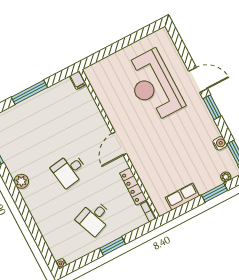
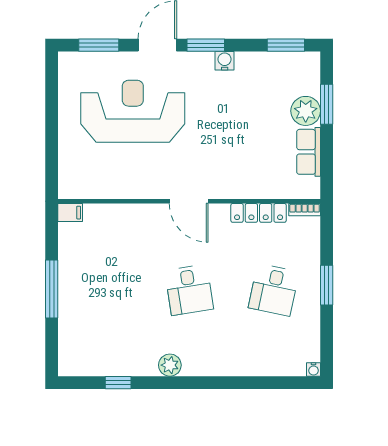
window: (181, 47) -> (99, 45), added
reception desk: (153, 86) -> (133, 111), turned 180
water cooler: (220, 143) -> (225, 61), moved
plant: (226, 177) -> (306, 111), moved, width x1.88, depth x1.88
desk: (94, 218) -> (274, 290), turned 33

